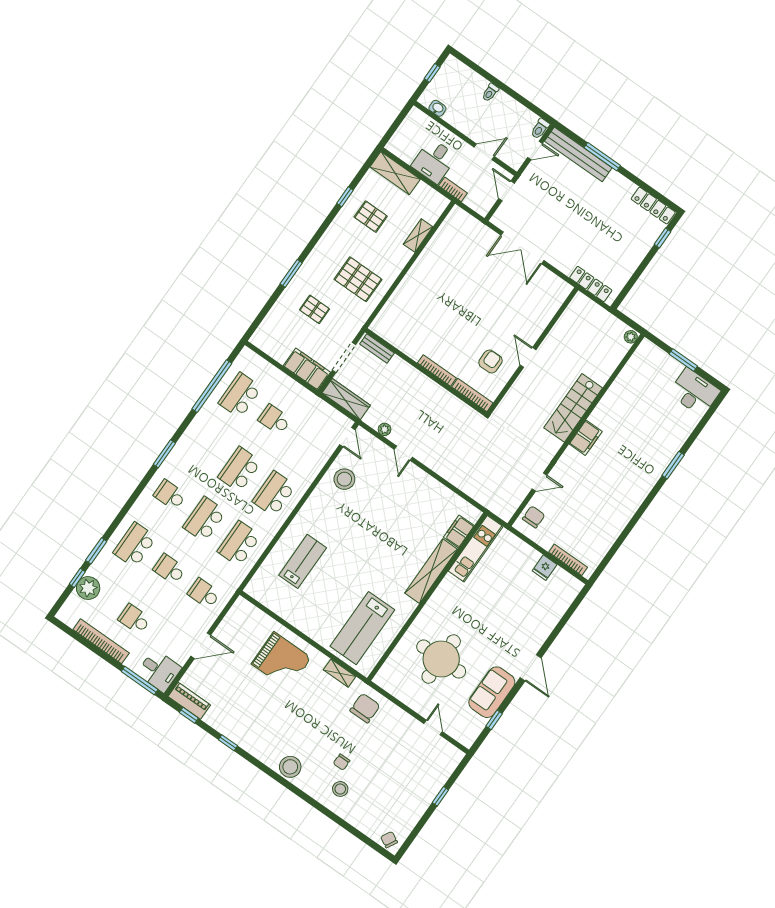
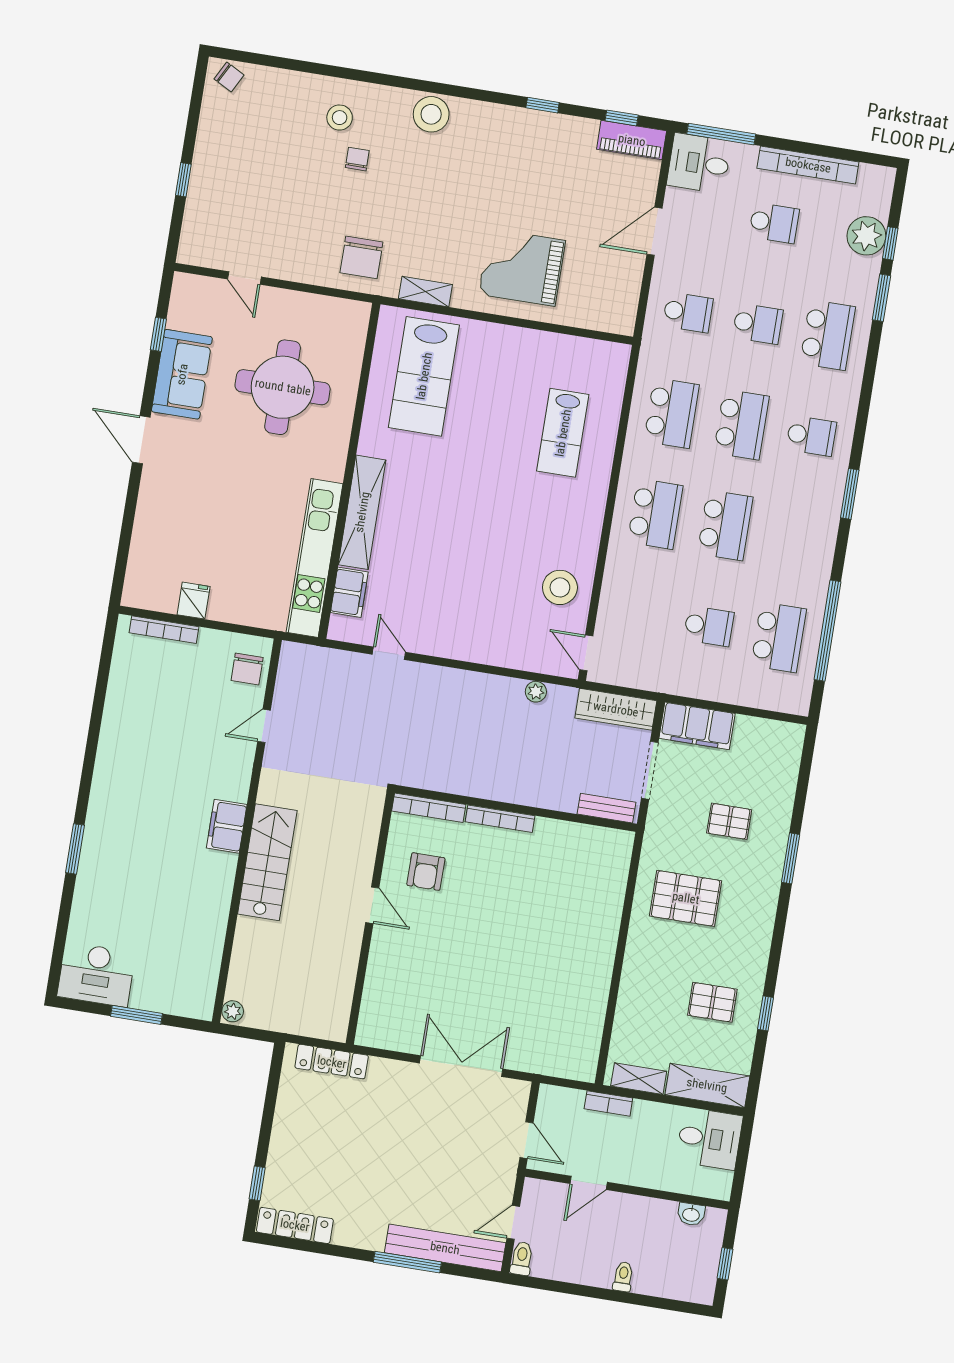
desk: (434, 161) -> (709, 1139), moved, turned 90
shelving: (418, 235) -> (639, 1079), moved, turned 90
door: (403, 453) -> (389, 653), moved
kitchen unit: (476, 549) -> (315, 558), width x1.36
lab bench: (362, 628) -> (424, 376), turned 180

